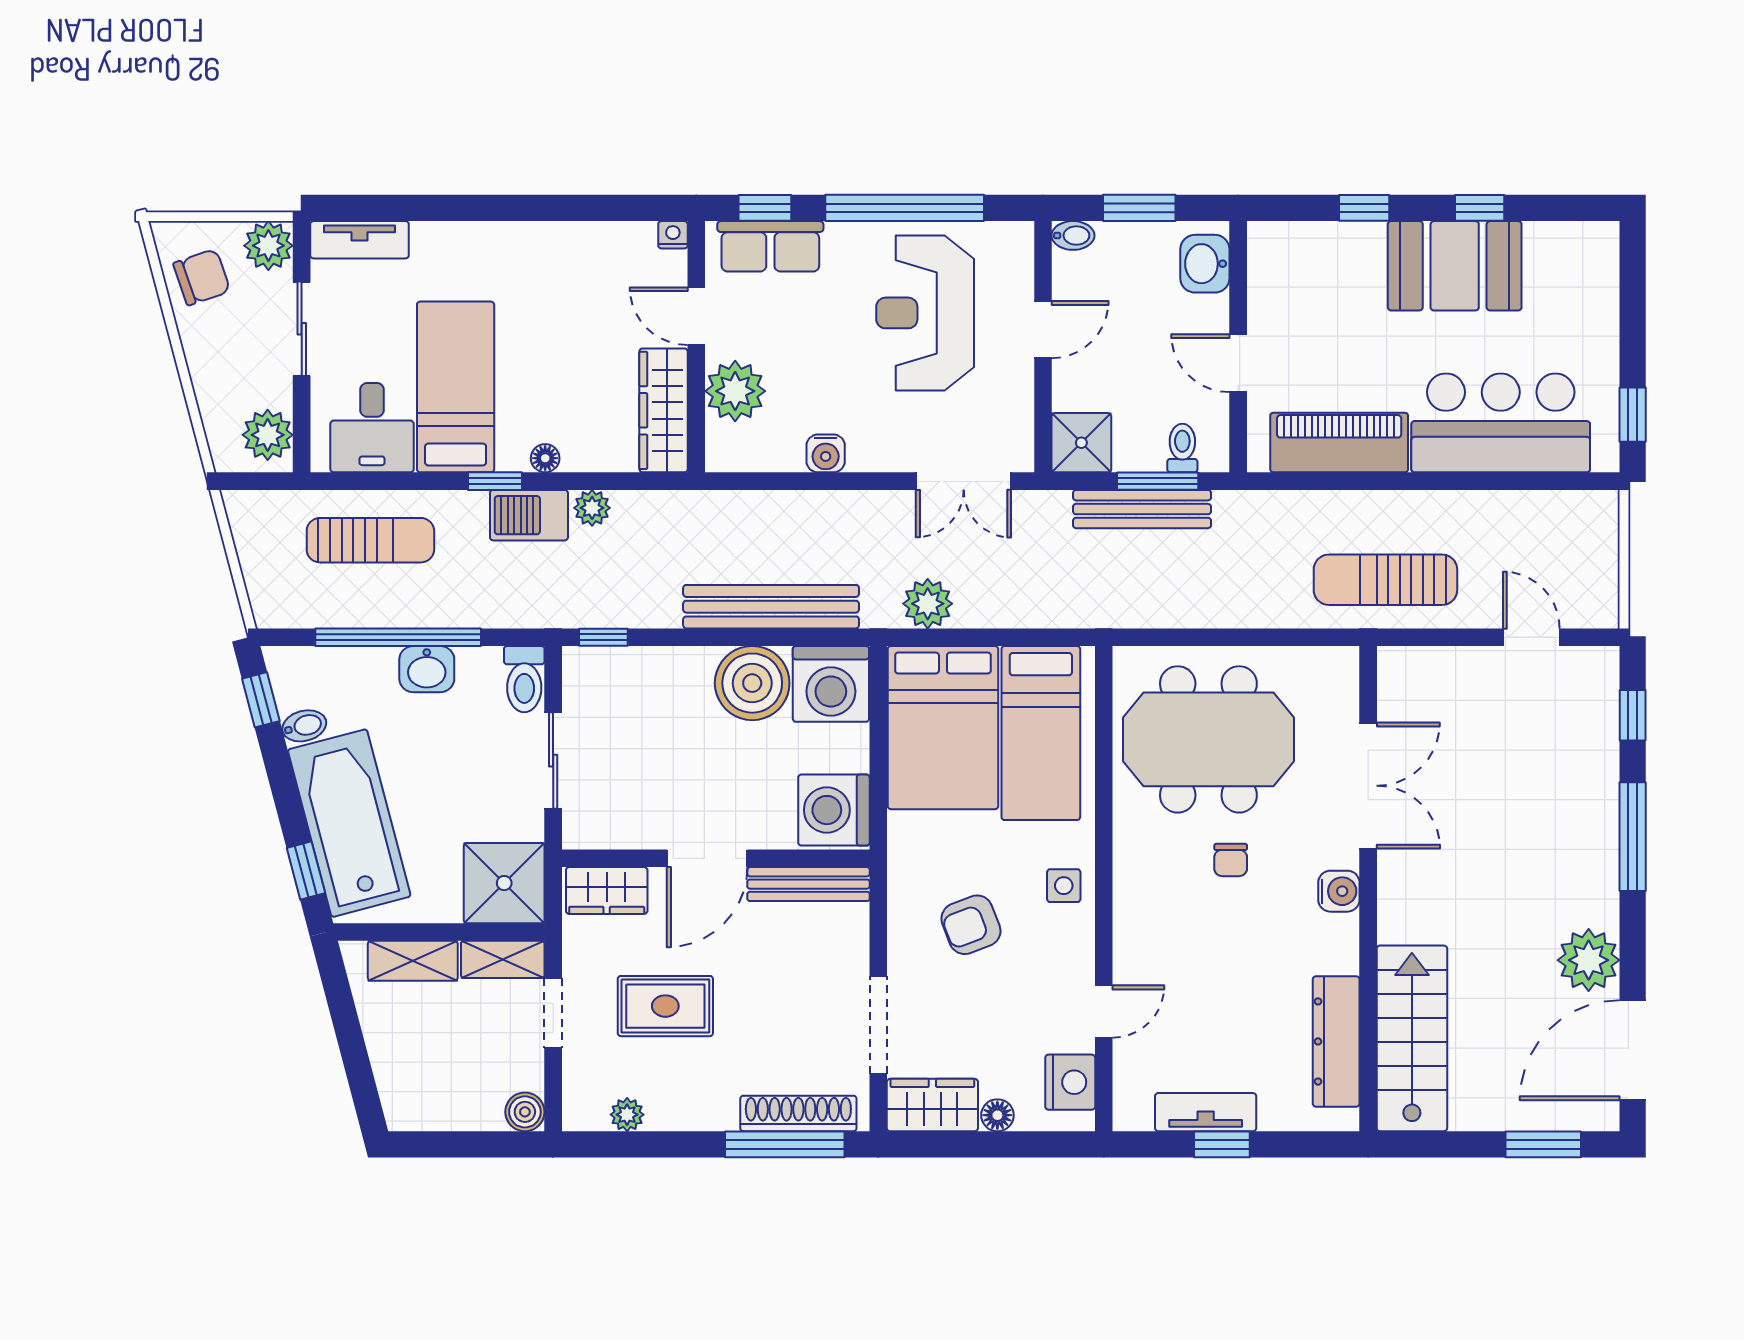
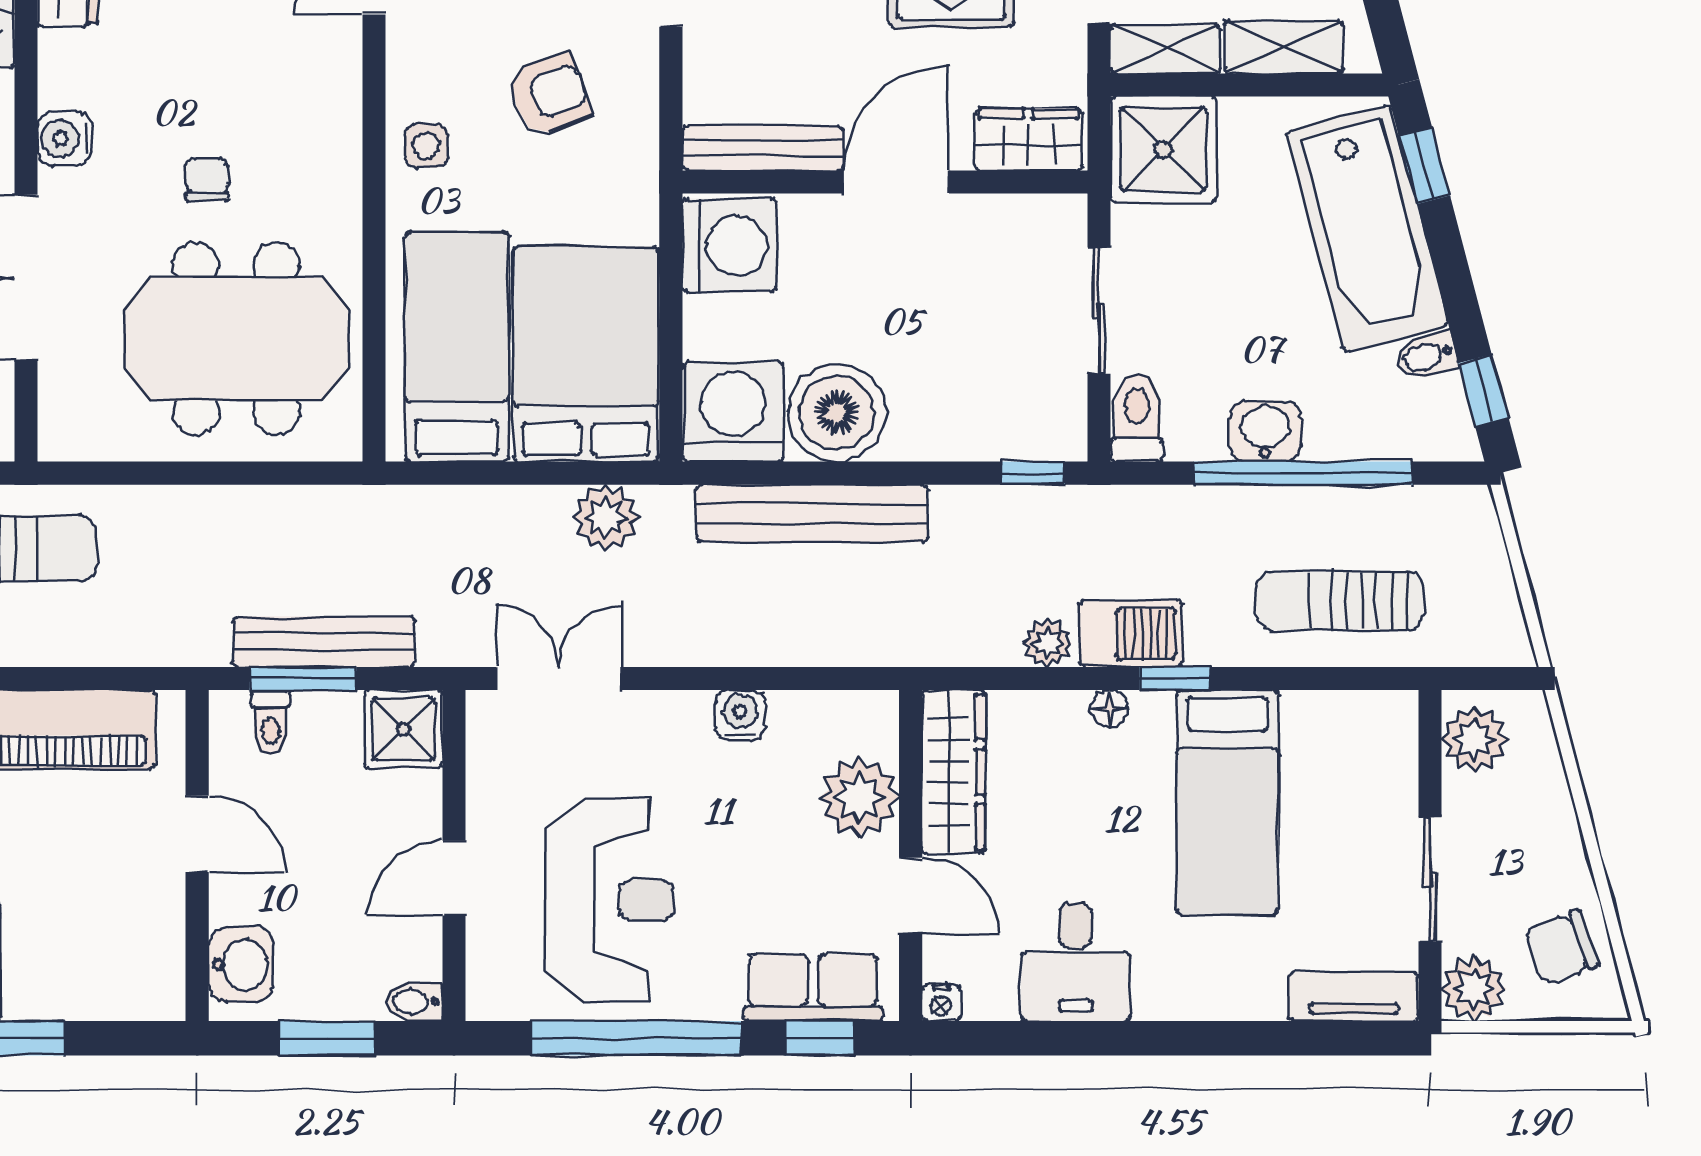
desk: (372, 428) -> (1075, 962), moved, turned 180

